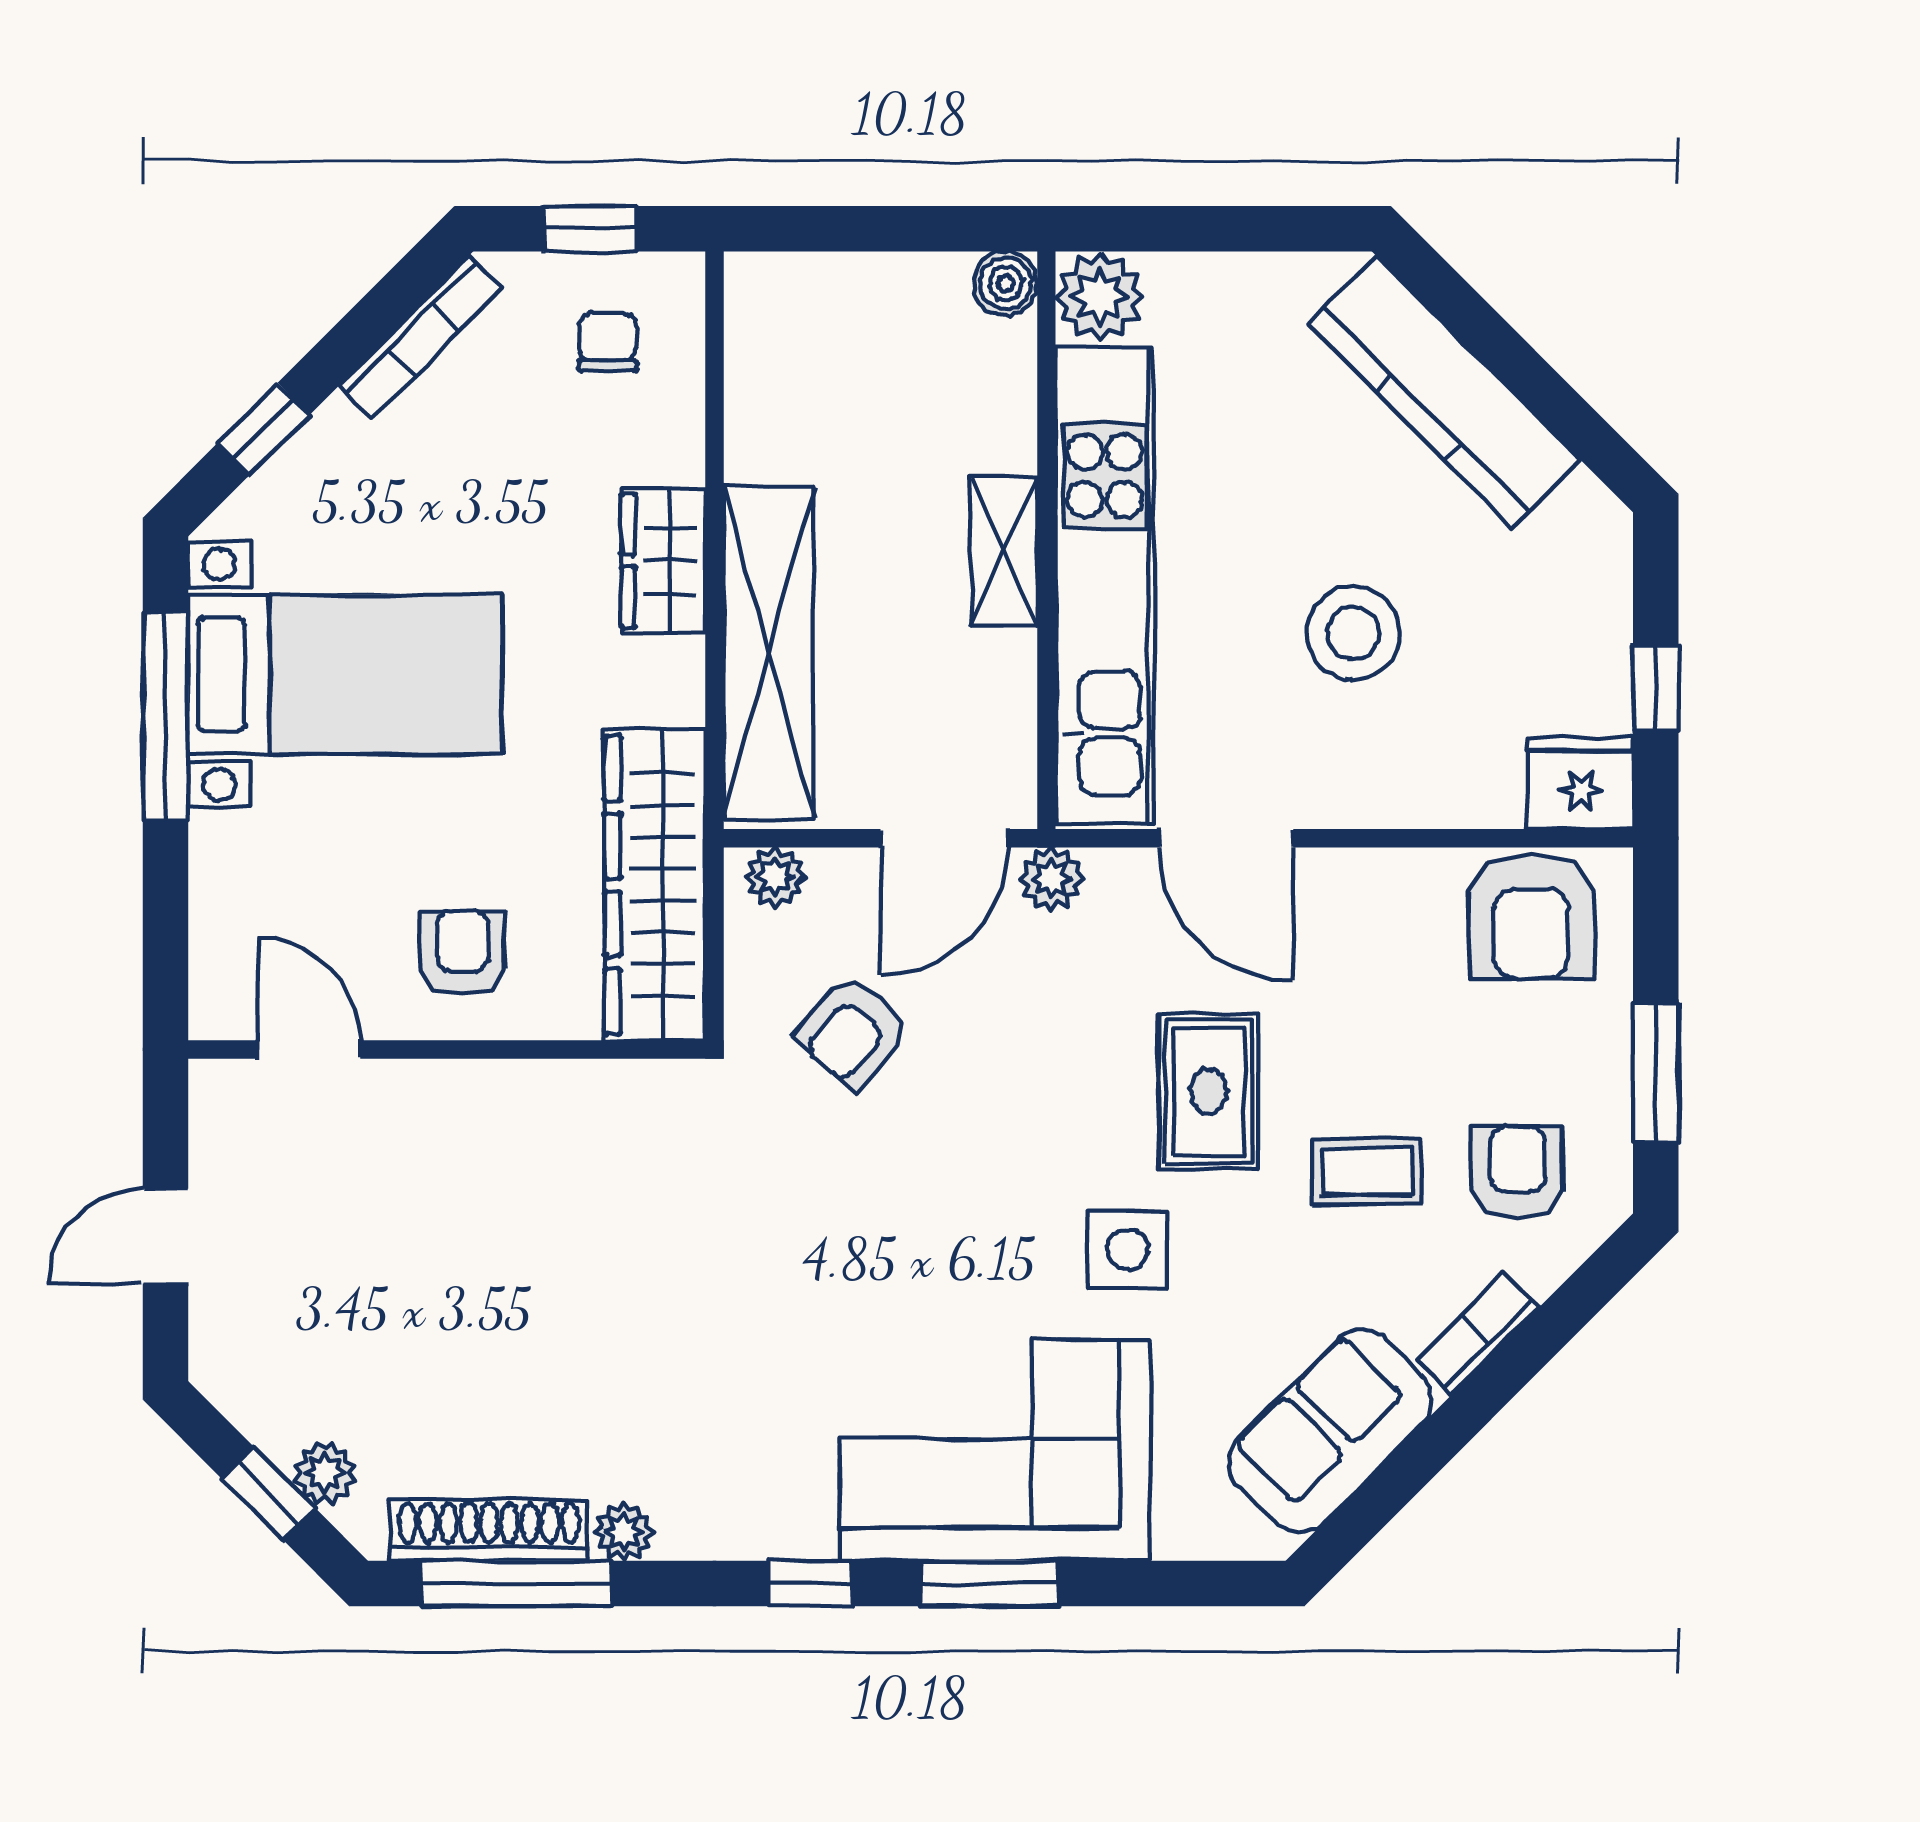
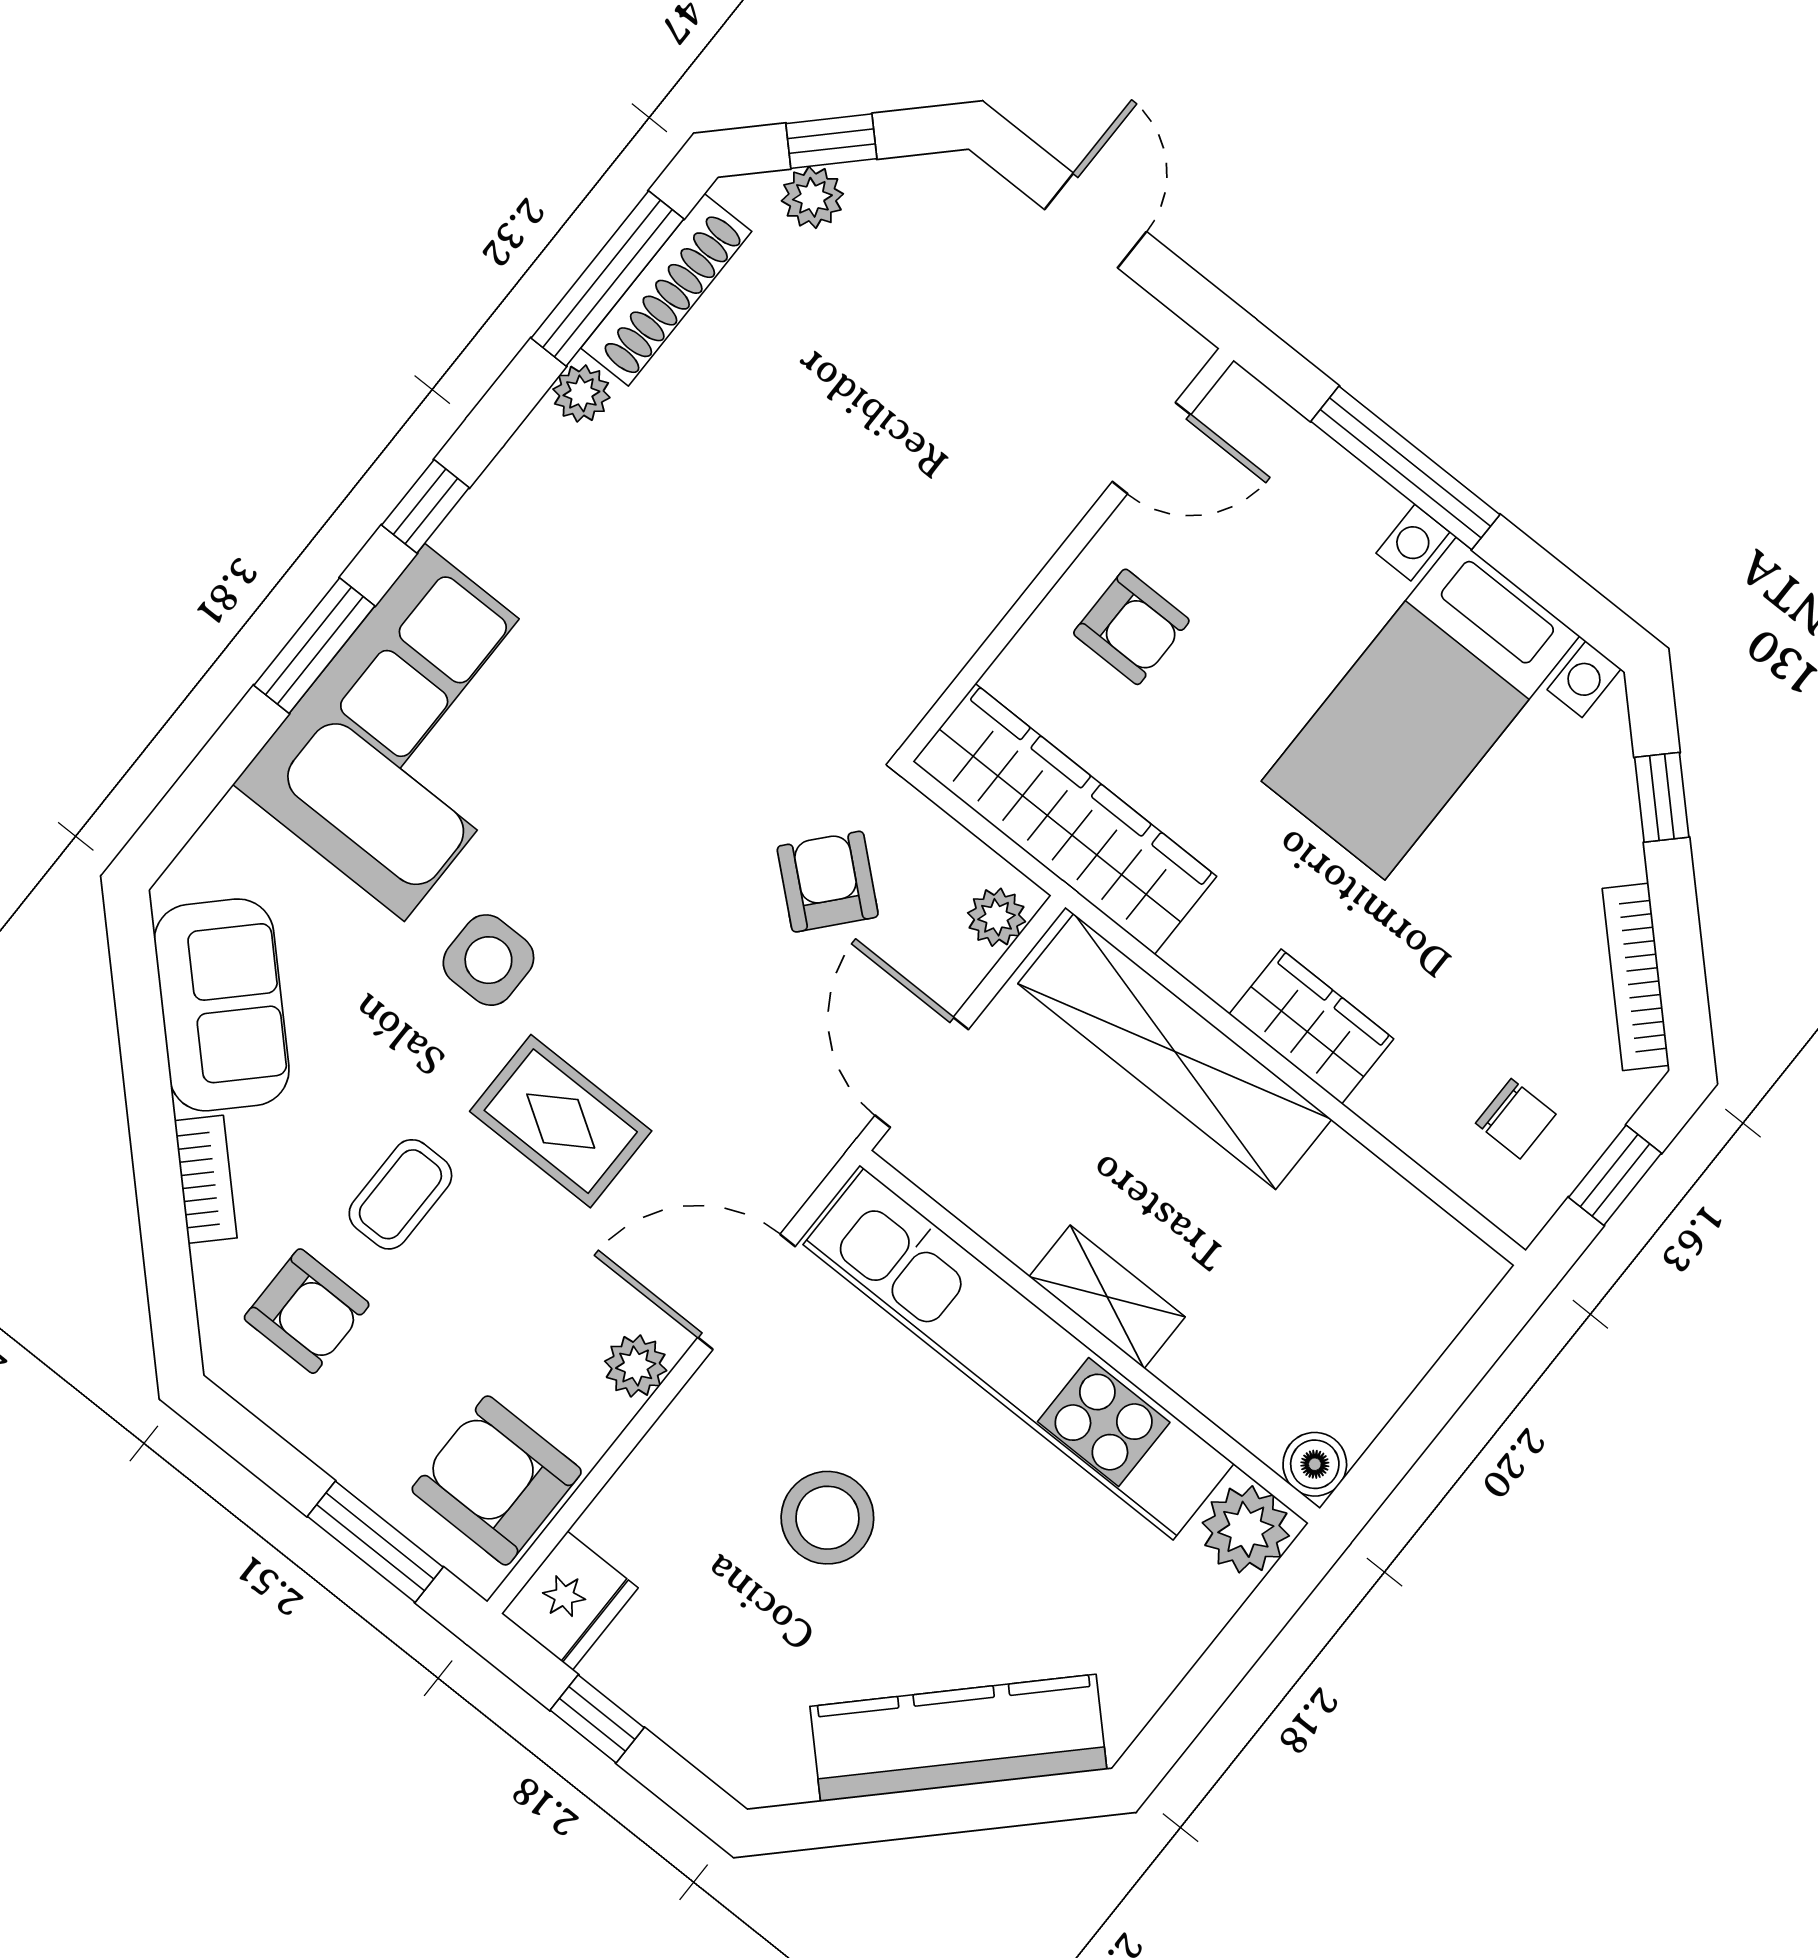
window: (165, 717) -> (1405, 468), moved
plant: (1051, 879) -> (636, 1366), moved
window: (1656, 1071) -> (375, 1542), moved

